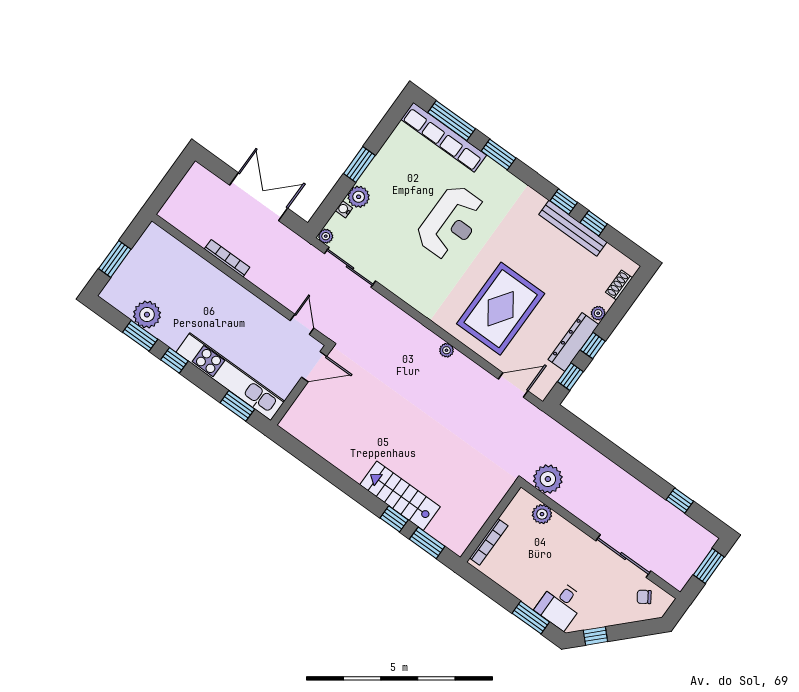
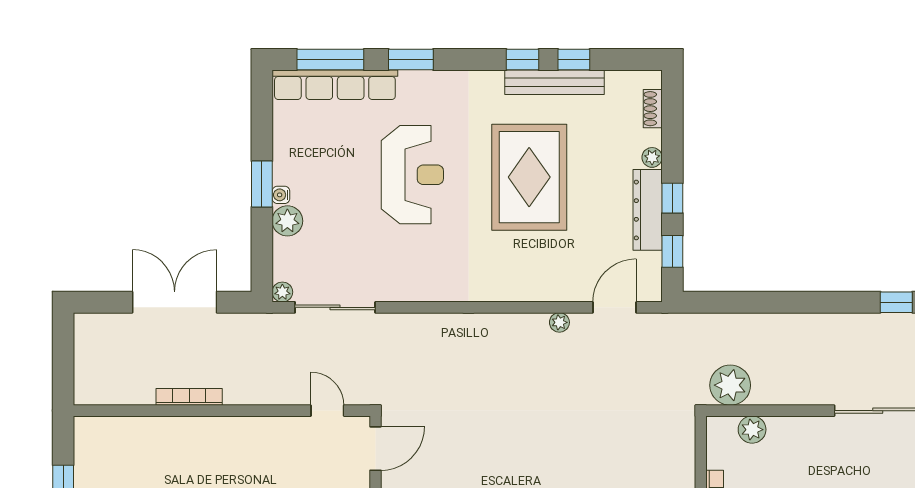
water cooler: (344, 209) -> (281, 195), moved
rug: (501, 309) -> (529, 177), moved
plant: (446, 350) -> (559, 322), moved

